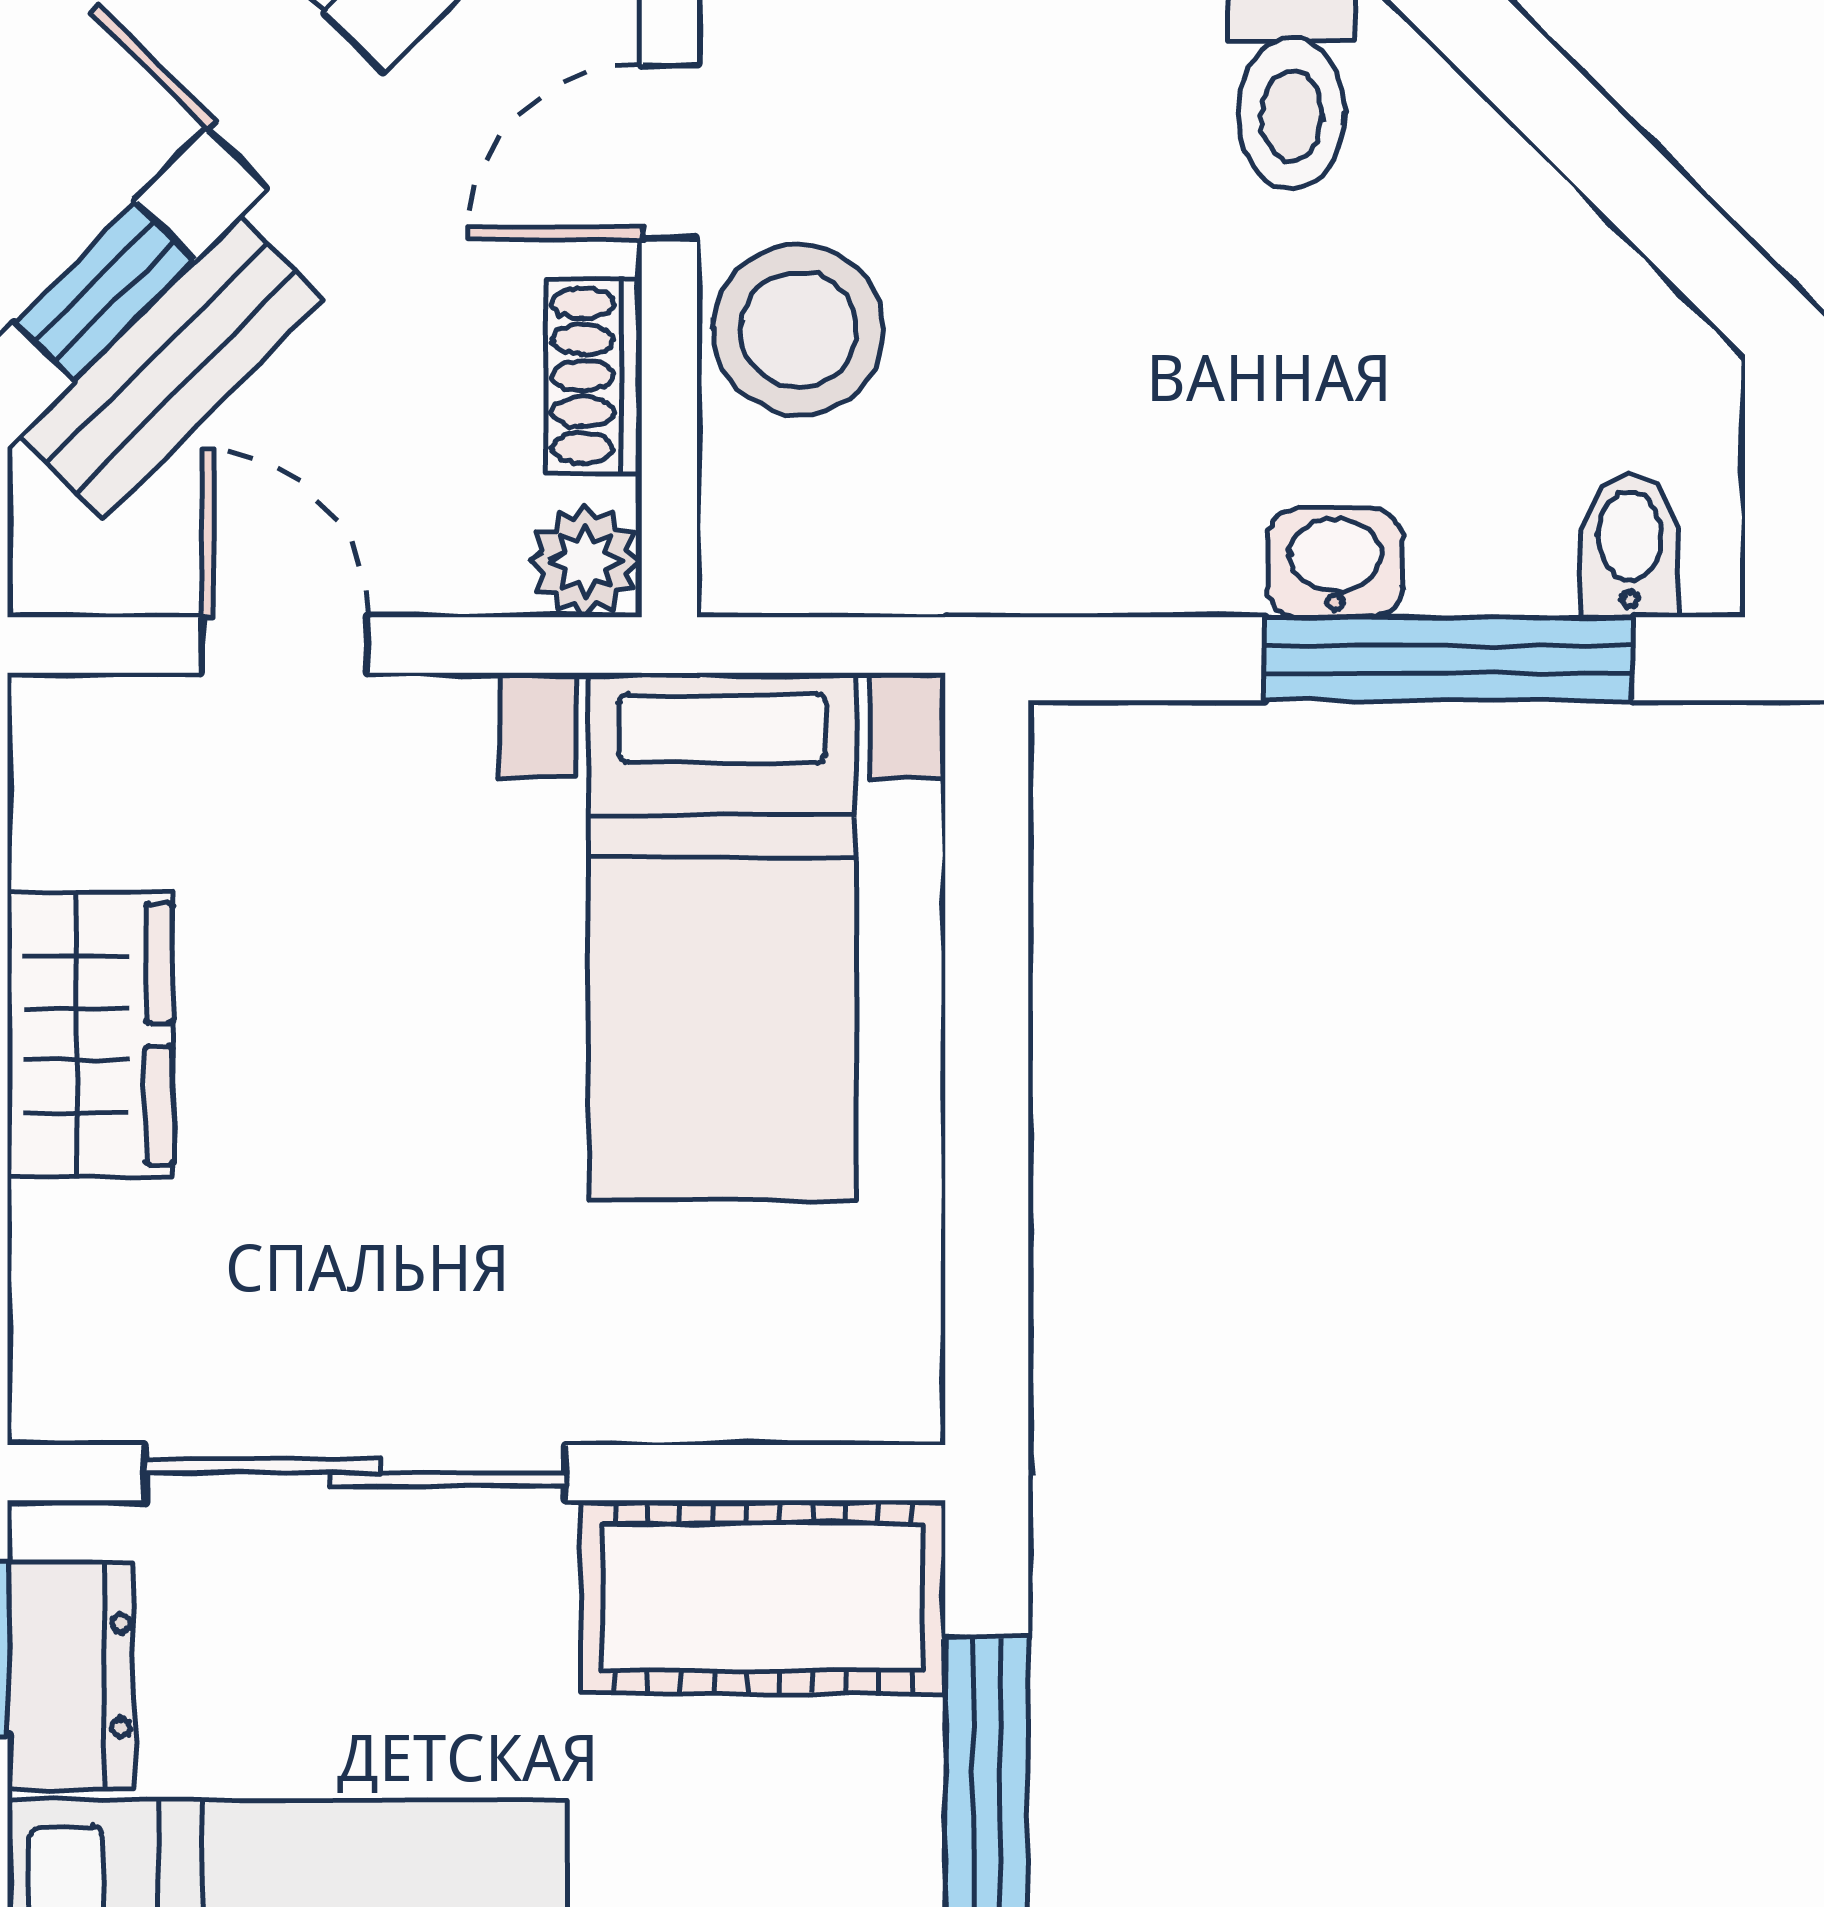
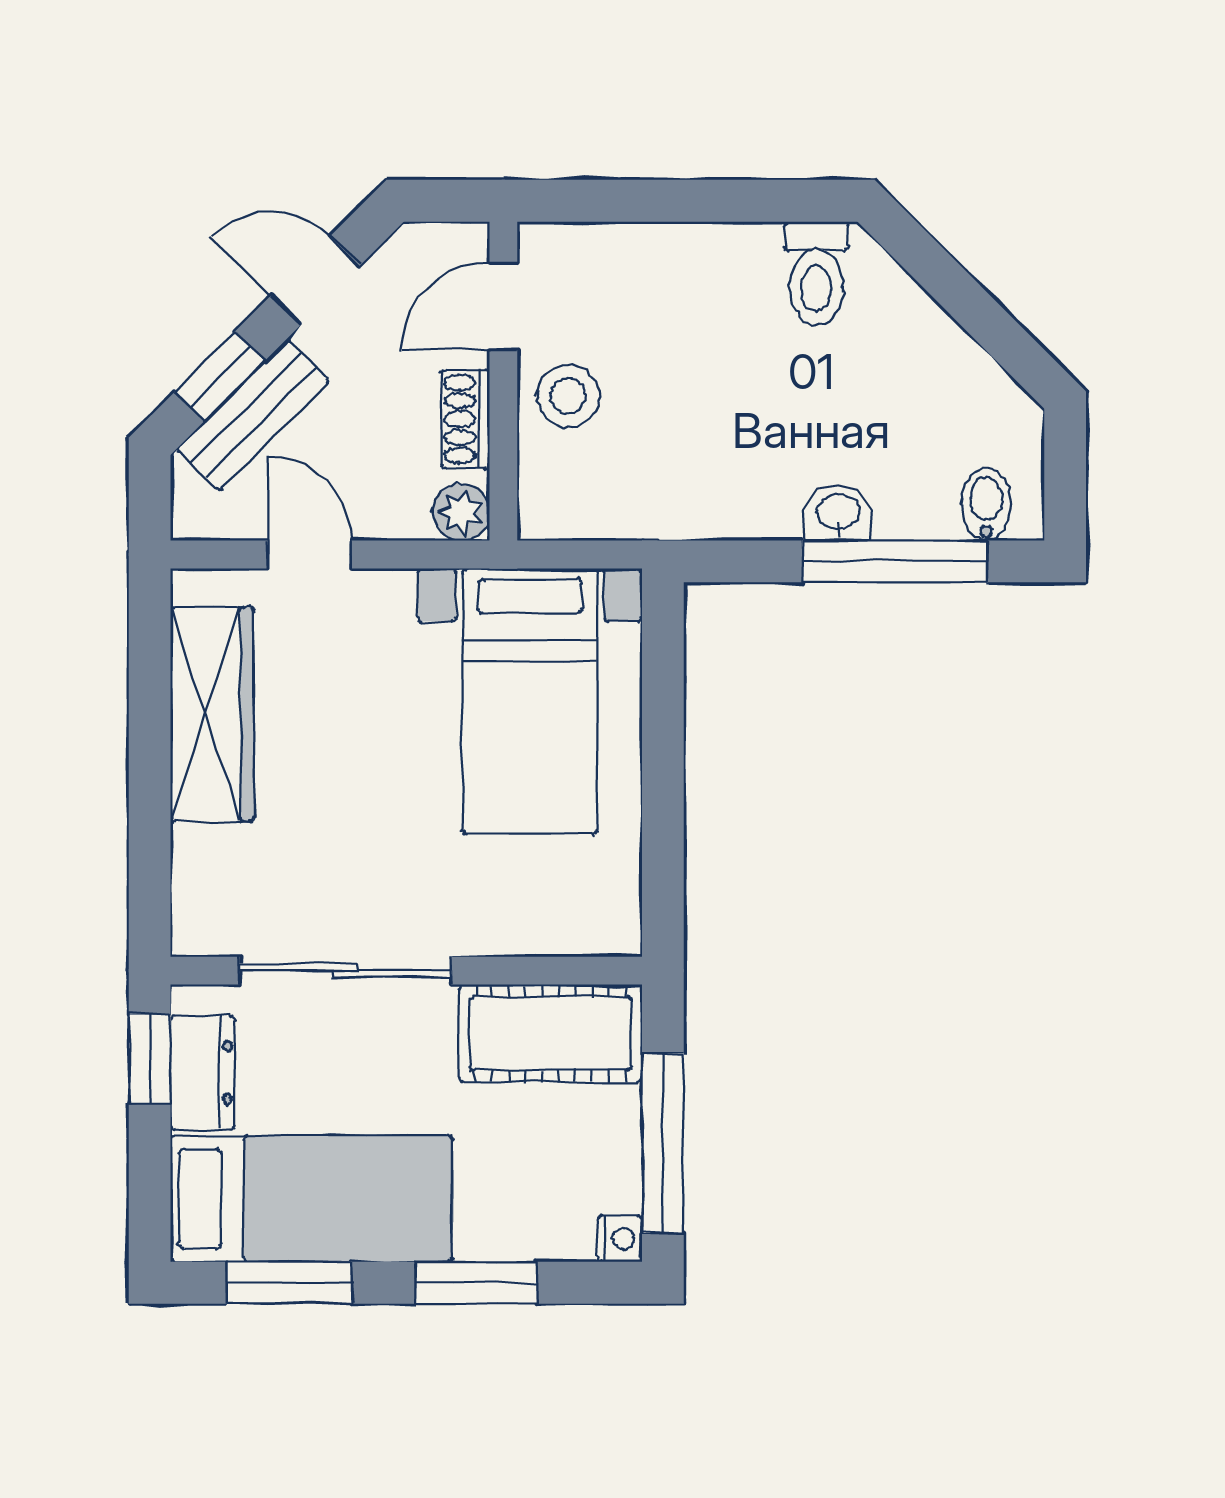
stool: (798, 329) -> (568, 396), width x0.73, depth x0.73
wardrobe: (90, 1034) -> (212, 714), width x1.50

